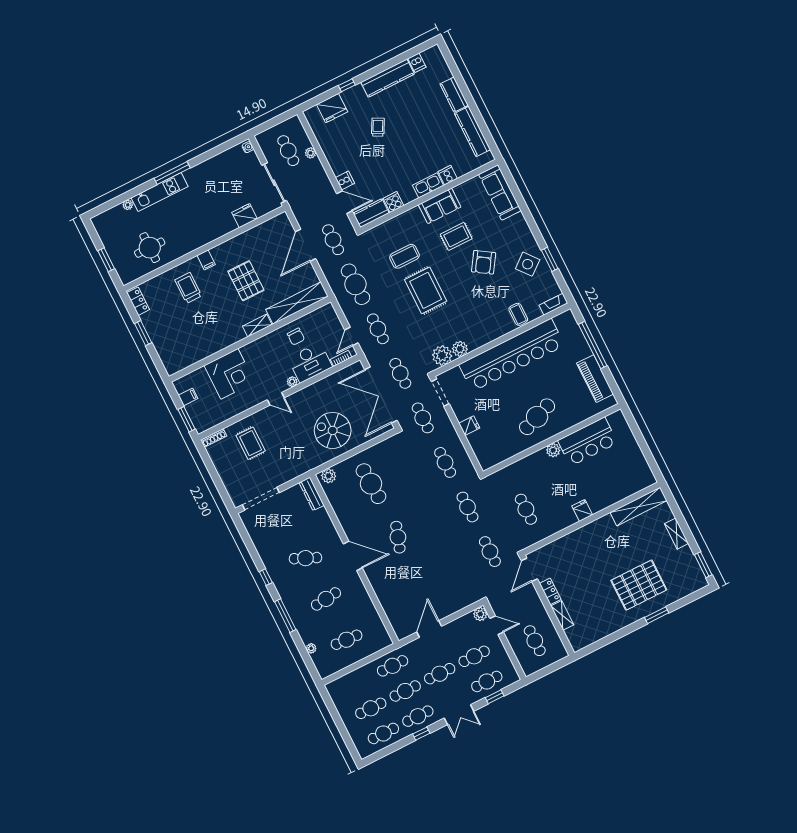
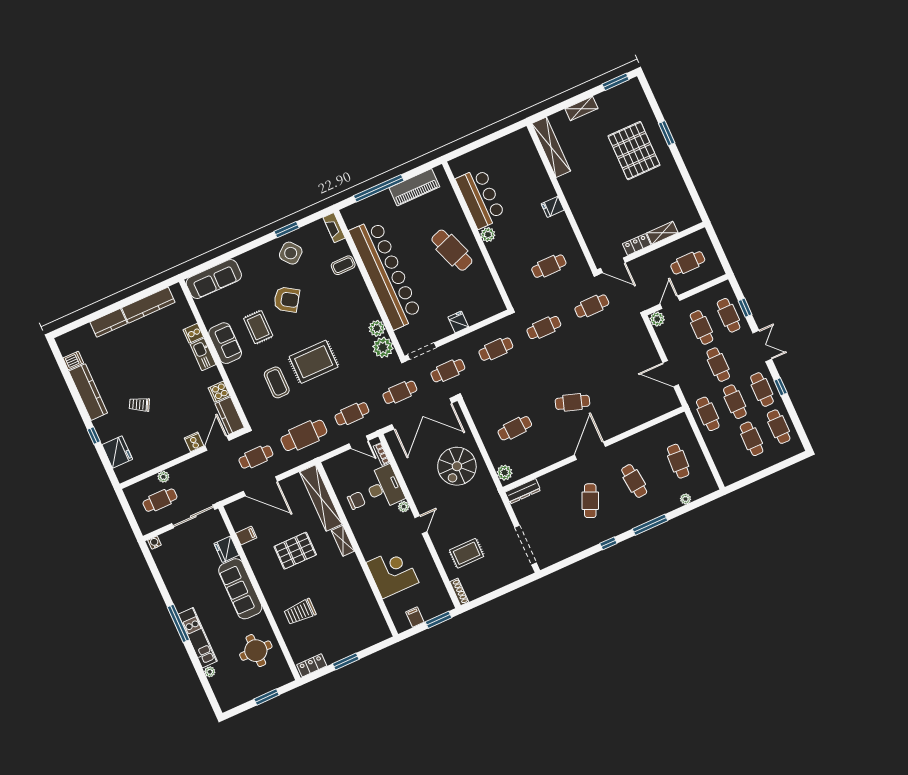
sofa: (208, 230) -> (240, 589), added
filing cabinet: (206, 260) -> (246, 536), moved
cafe table: (371, 484) -> (515, 428), width x0.73, depth x0.74

